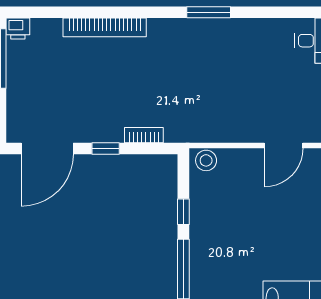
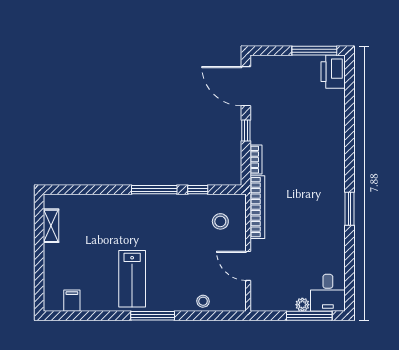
bookcase: (105, 27) -> (257, 207), moved, turned 180
printer: (18, 29) -> (333, 72), width x1.87, depth x1.48
stool: (206, 160) -> (220, 221), moved

